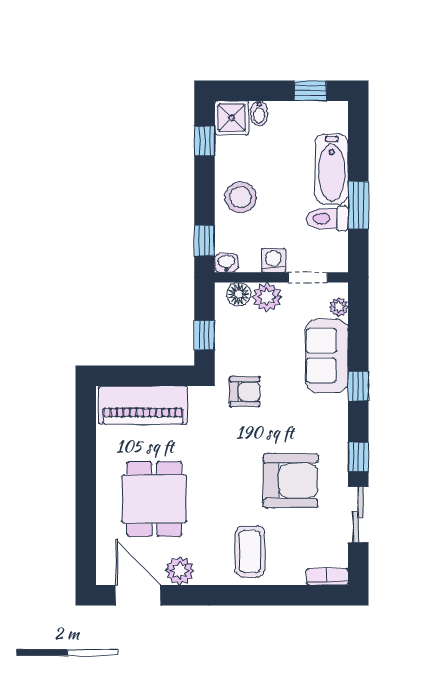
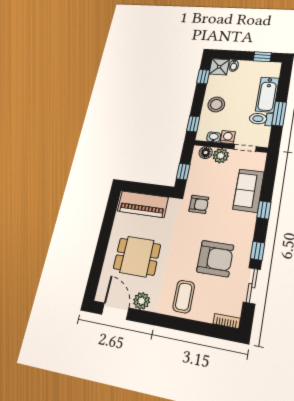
washbasin: (226, 263) -> (214, 137), moved
plant: (339, 307) -> (260, 165), removed
dining table: (154, 499) -> (137, 257), turned 90

